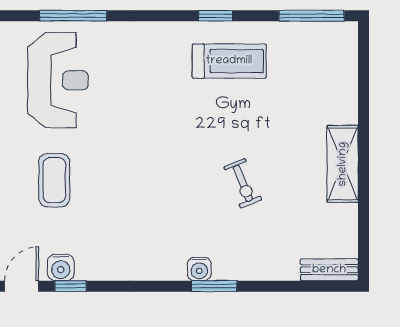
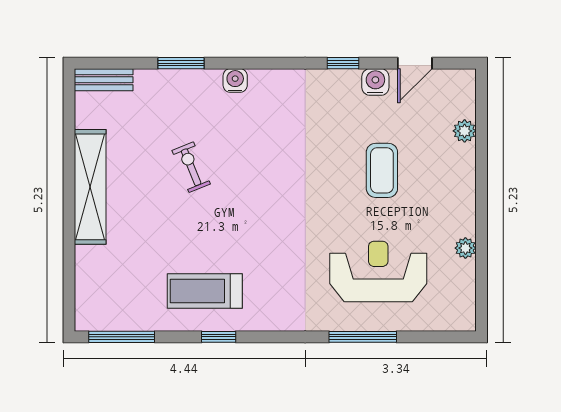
reception desk: (58, 80) -> (378, 271), turned 90
shelving: (343, 164) -> (90, 187), width x1.47
window: (71, 286) -> (343, 63), moved
window: (214, 286) -> (181, 63), moved

